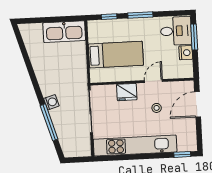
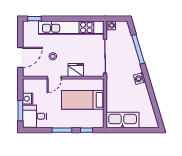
washing machine: (51, 102) -> (139, 78), moved
washing machine: (85, 151) -> (111, 25), added

